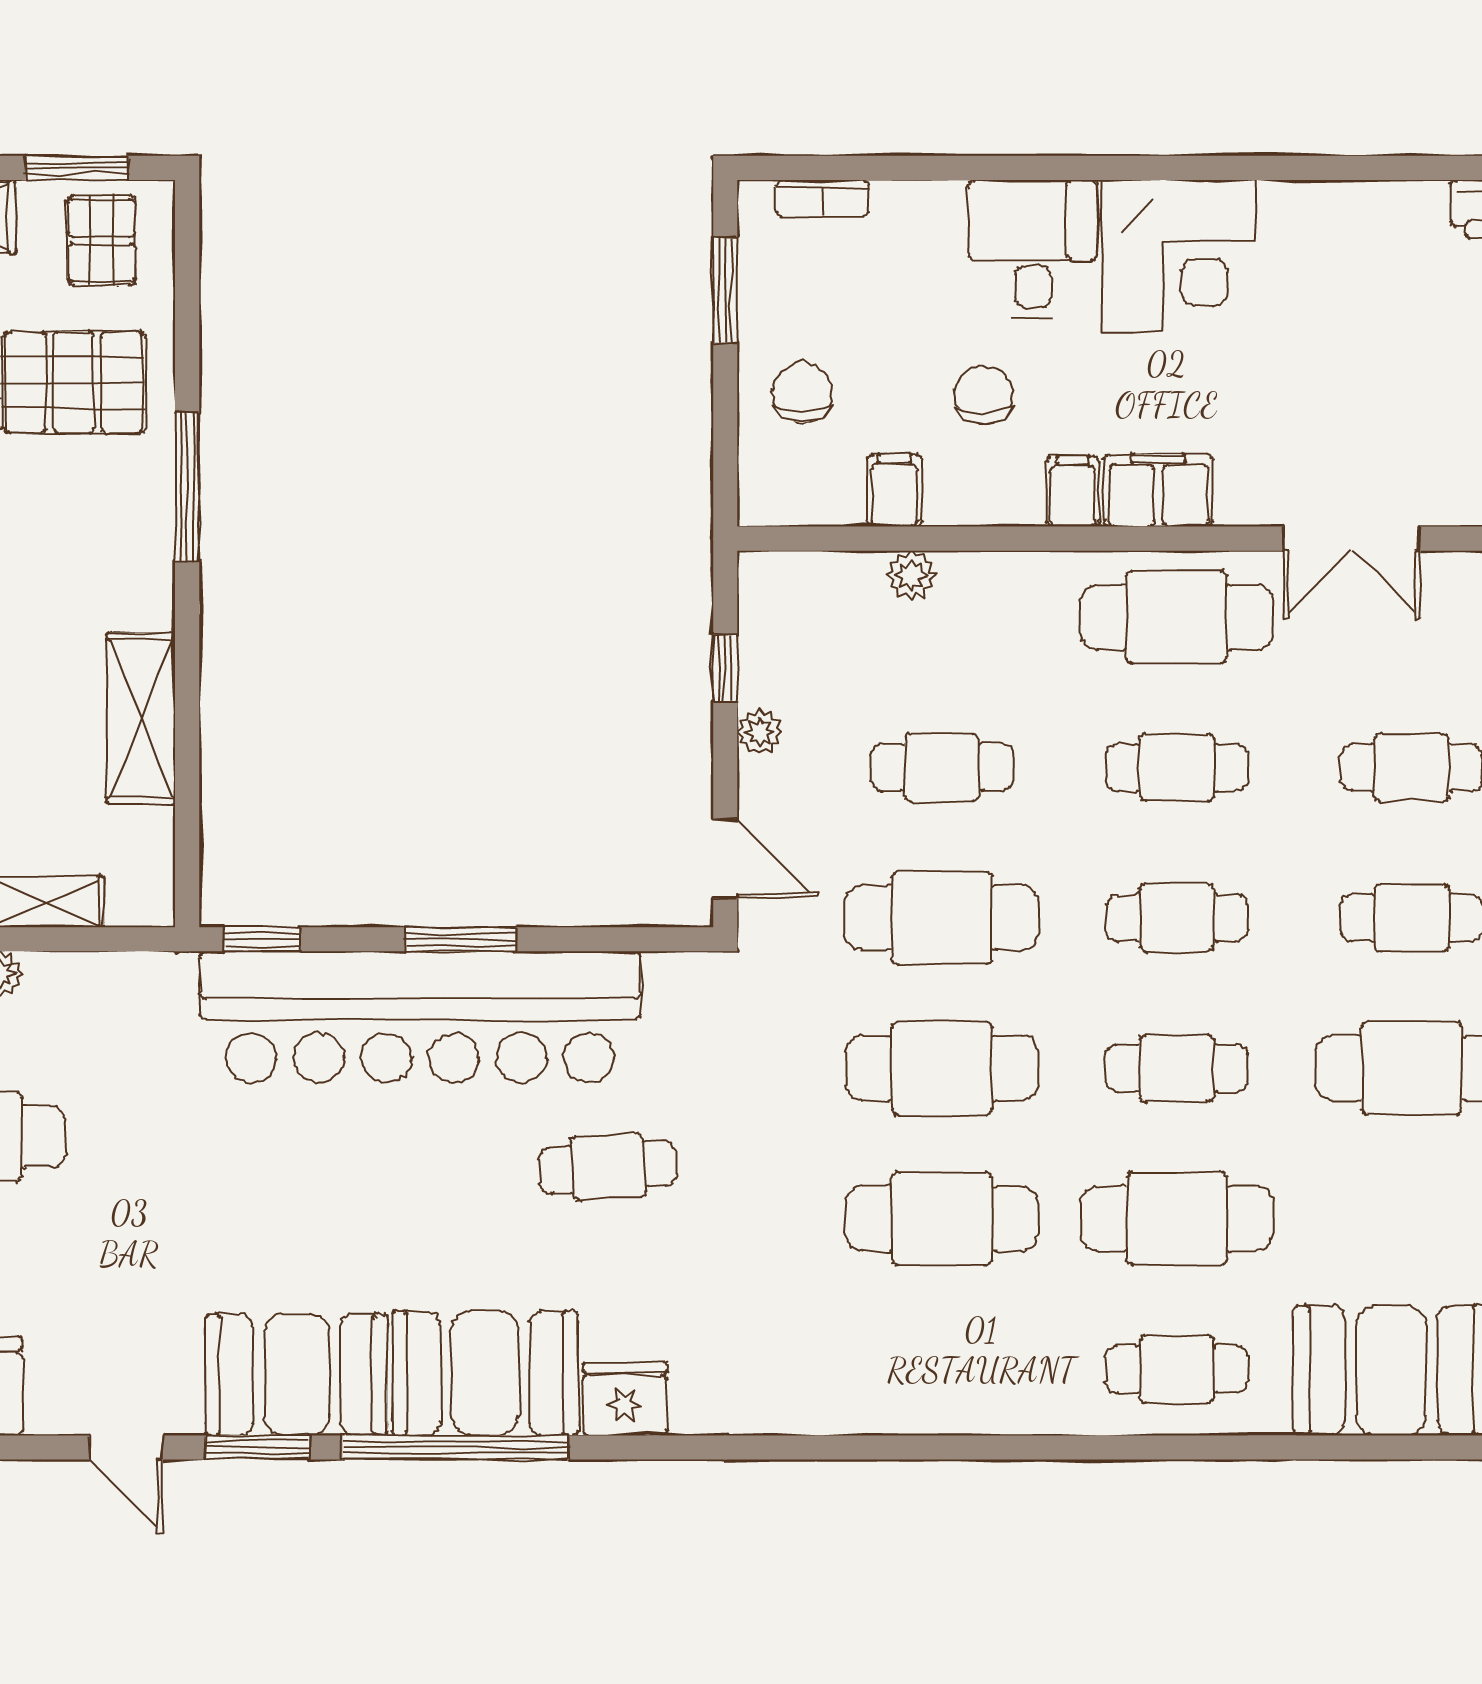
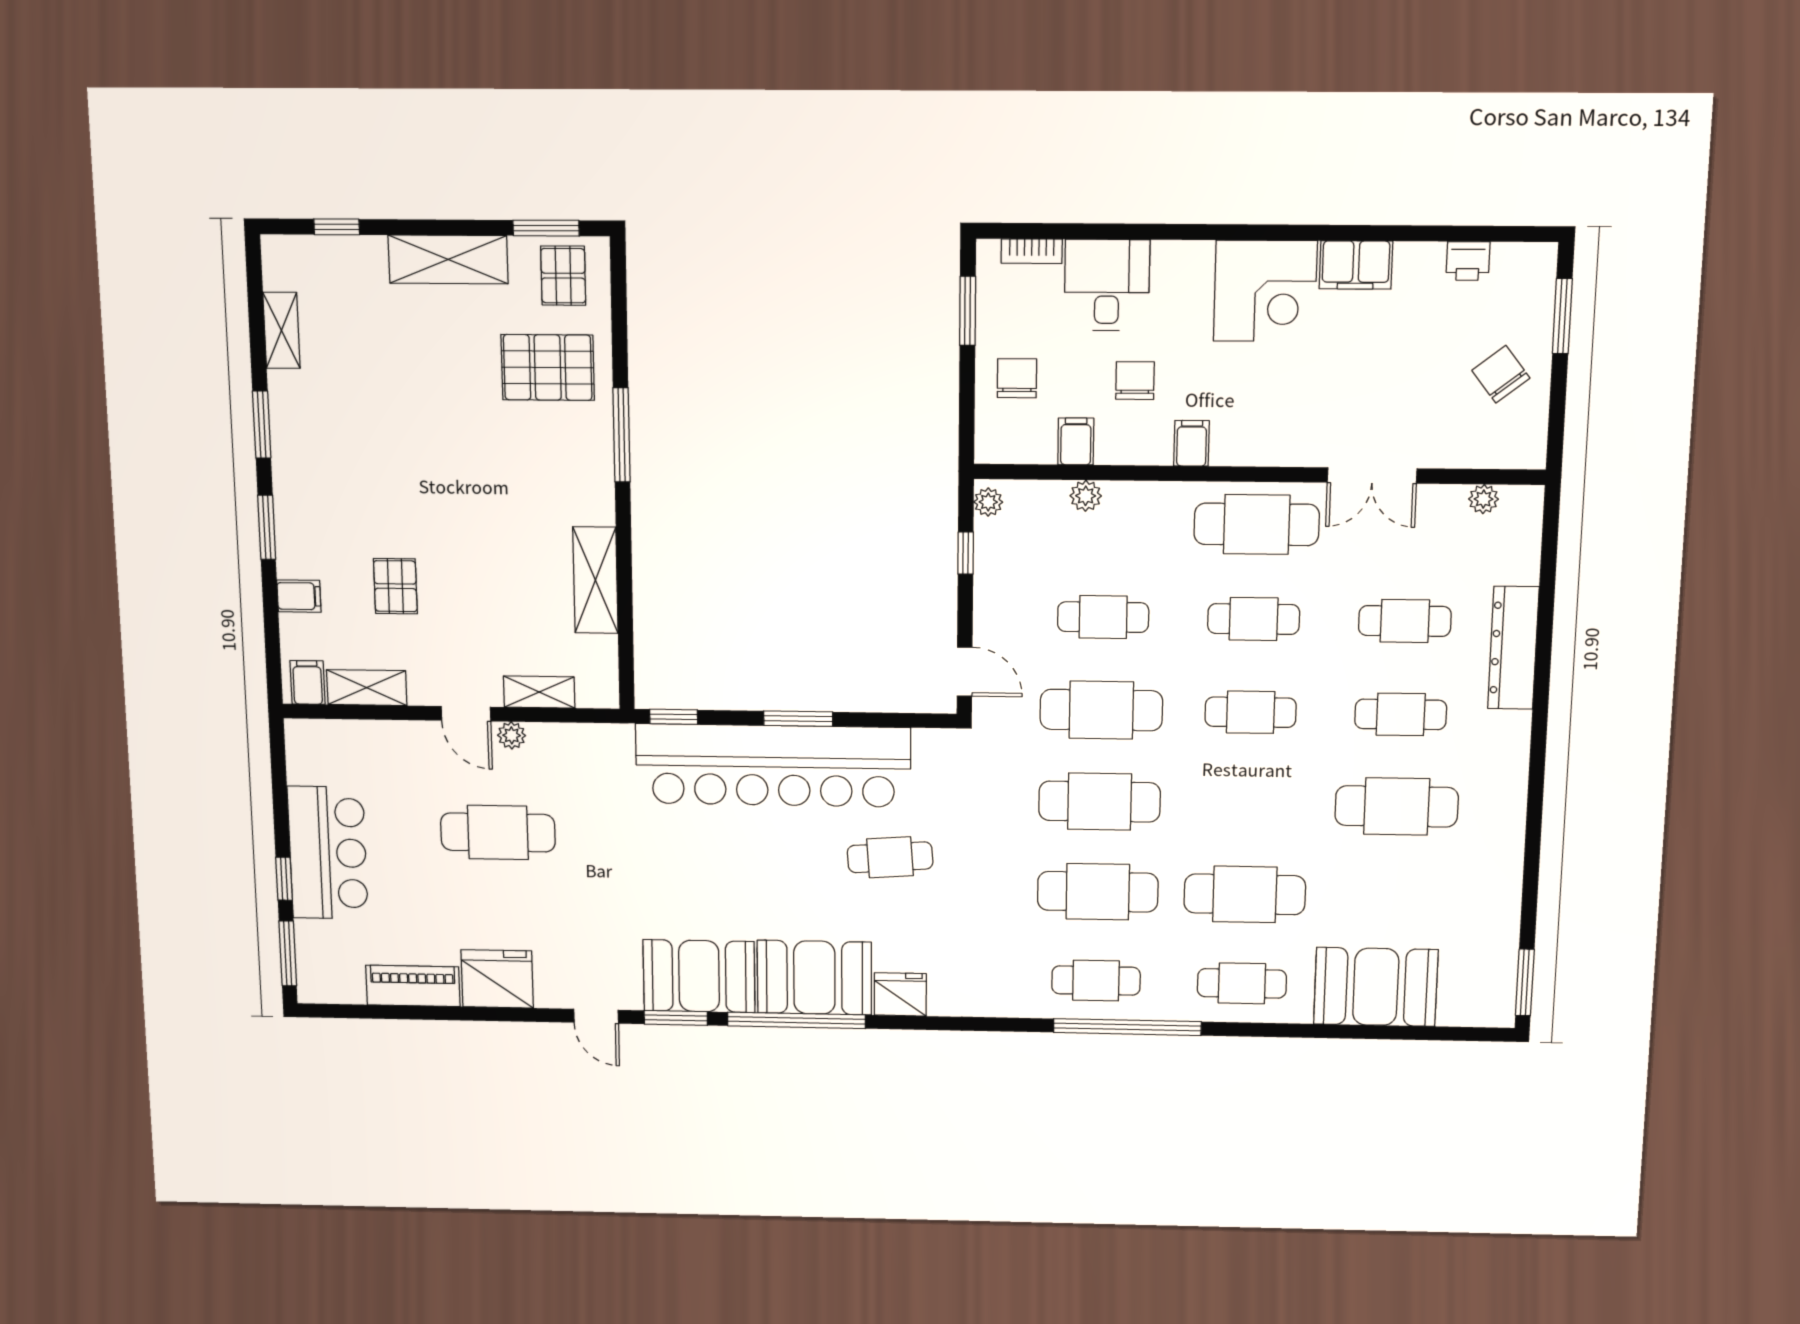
desk: (1033, 249) -> (1107, 285), moved
filing cabinet: (1158, 490) -> (1356, 265), moved, turned 180
plant: (760, 732) -> (988, 502), moved
cafe table: (1177, 1068) -> (1096, 981), moved
window: (994, 1447) -> (1127, 1027), added

